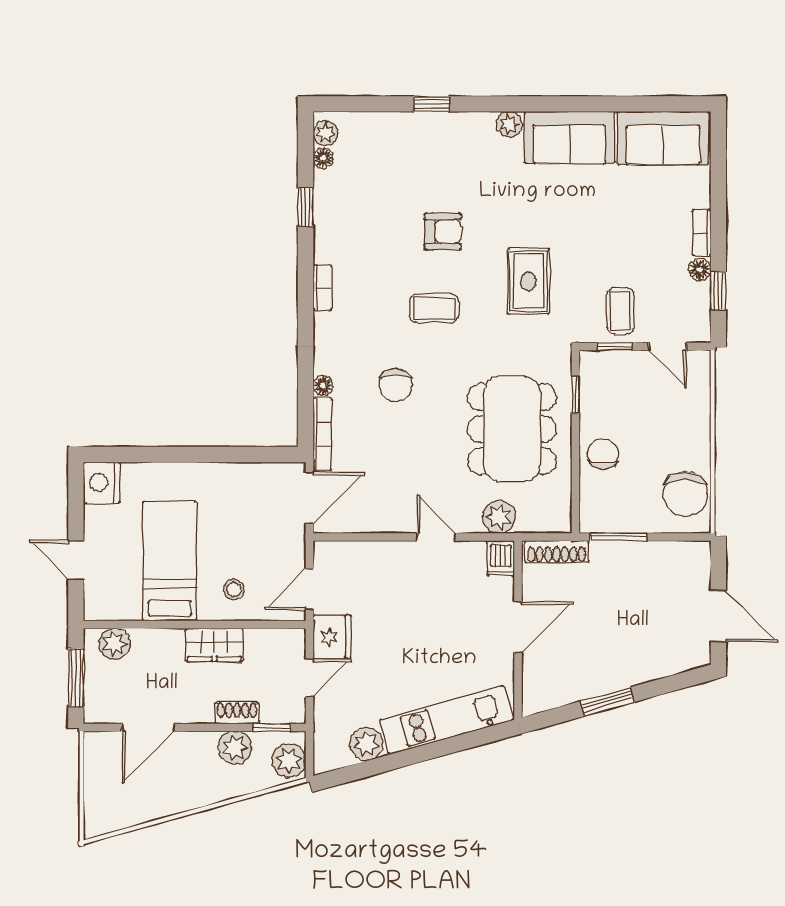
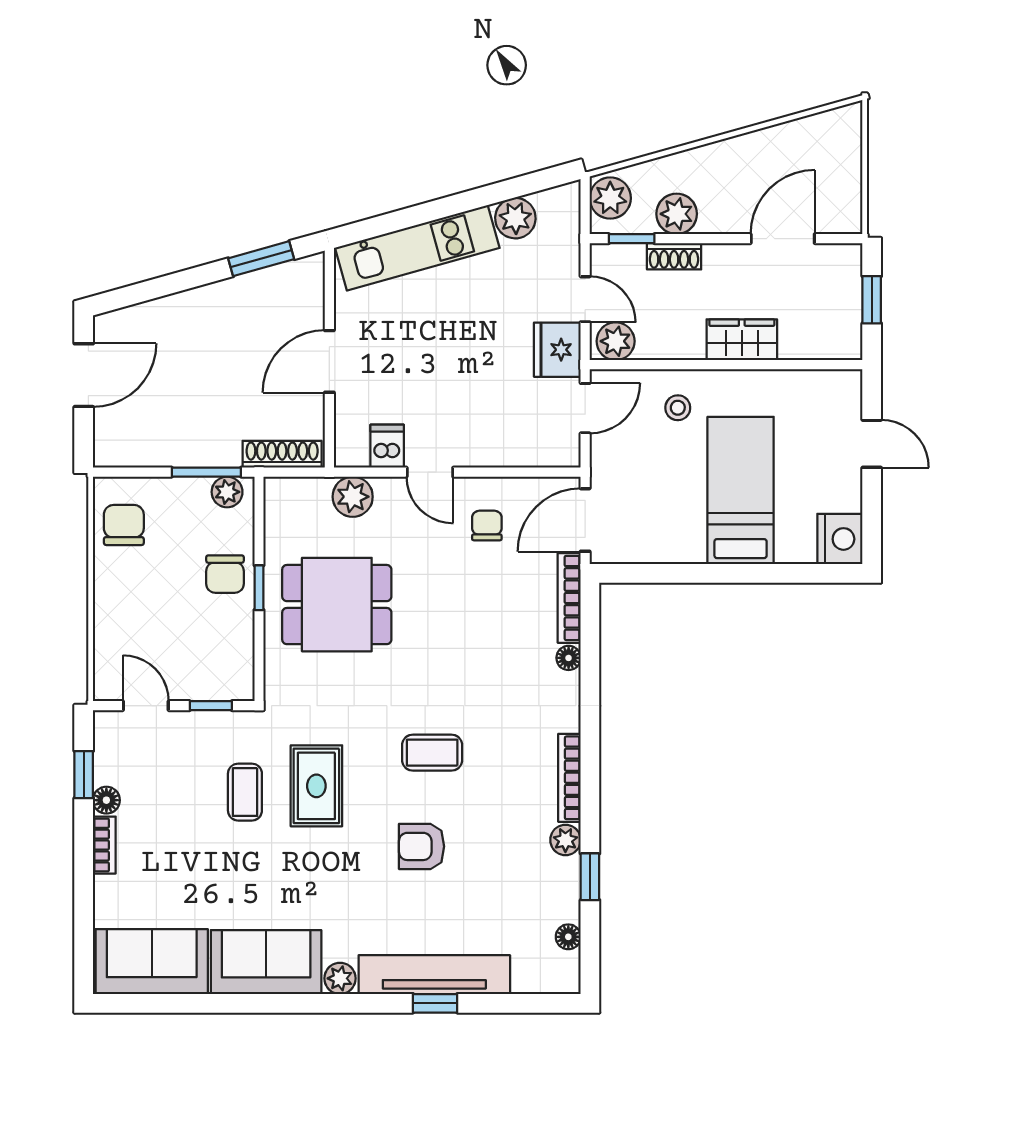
tv unit: (432, 127) -> (434, 975), added
plant: (325, 133) -> (565, 840), moved
bookcase: (322, 288) -> (569, 778), width x1.56
coffee table: (621, 311) -> (245, 792), moved
chair: (395, 385) -> (487, 526), moved, width x0.73, depth x0.73
window: (575, 395) -> (259, 588), moved
dining table: (512, 429) -> (337, 605), width x0.73
chair: (686, 494) -> (124, 525), width x0.73, depth x0.73
plant: (601, 521) -> (227, 492), added
dishwasher: (501, 558) -> (387, 446), moved
bed: (170, 561) -> (741, 490), moved, turned 180
door: (718, 616) -> (84, 375), swing flipped
plant: (115, 644) -> (616, 341), moved
wardrobe: (214, 645) -> (742, 340), moved
window: (76, 678) -> (872, 300), width x0.67
door: (309, 678) -> (585, 299), swing flipped
window: (607, 702) -> (261, 259), moved

